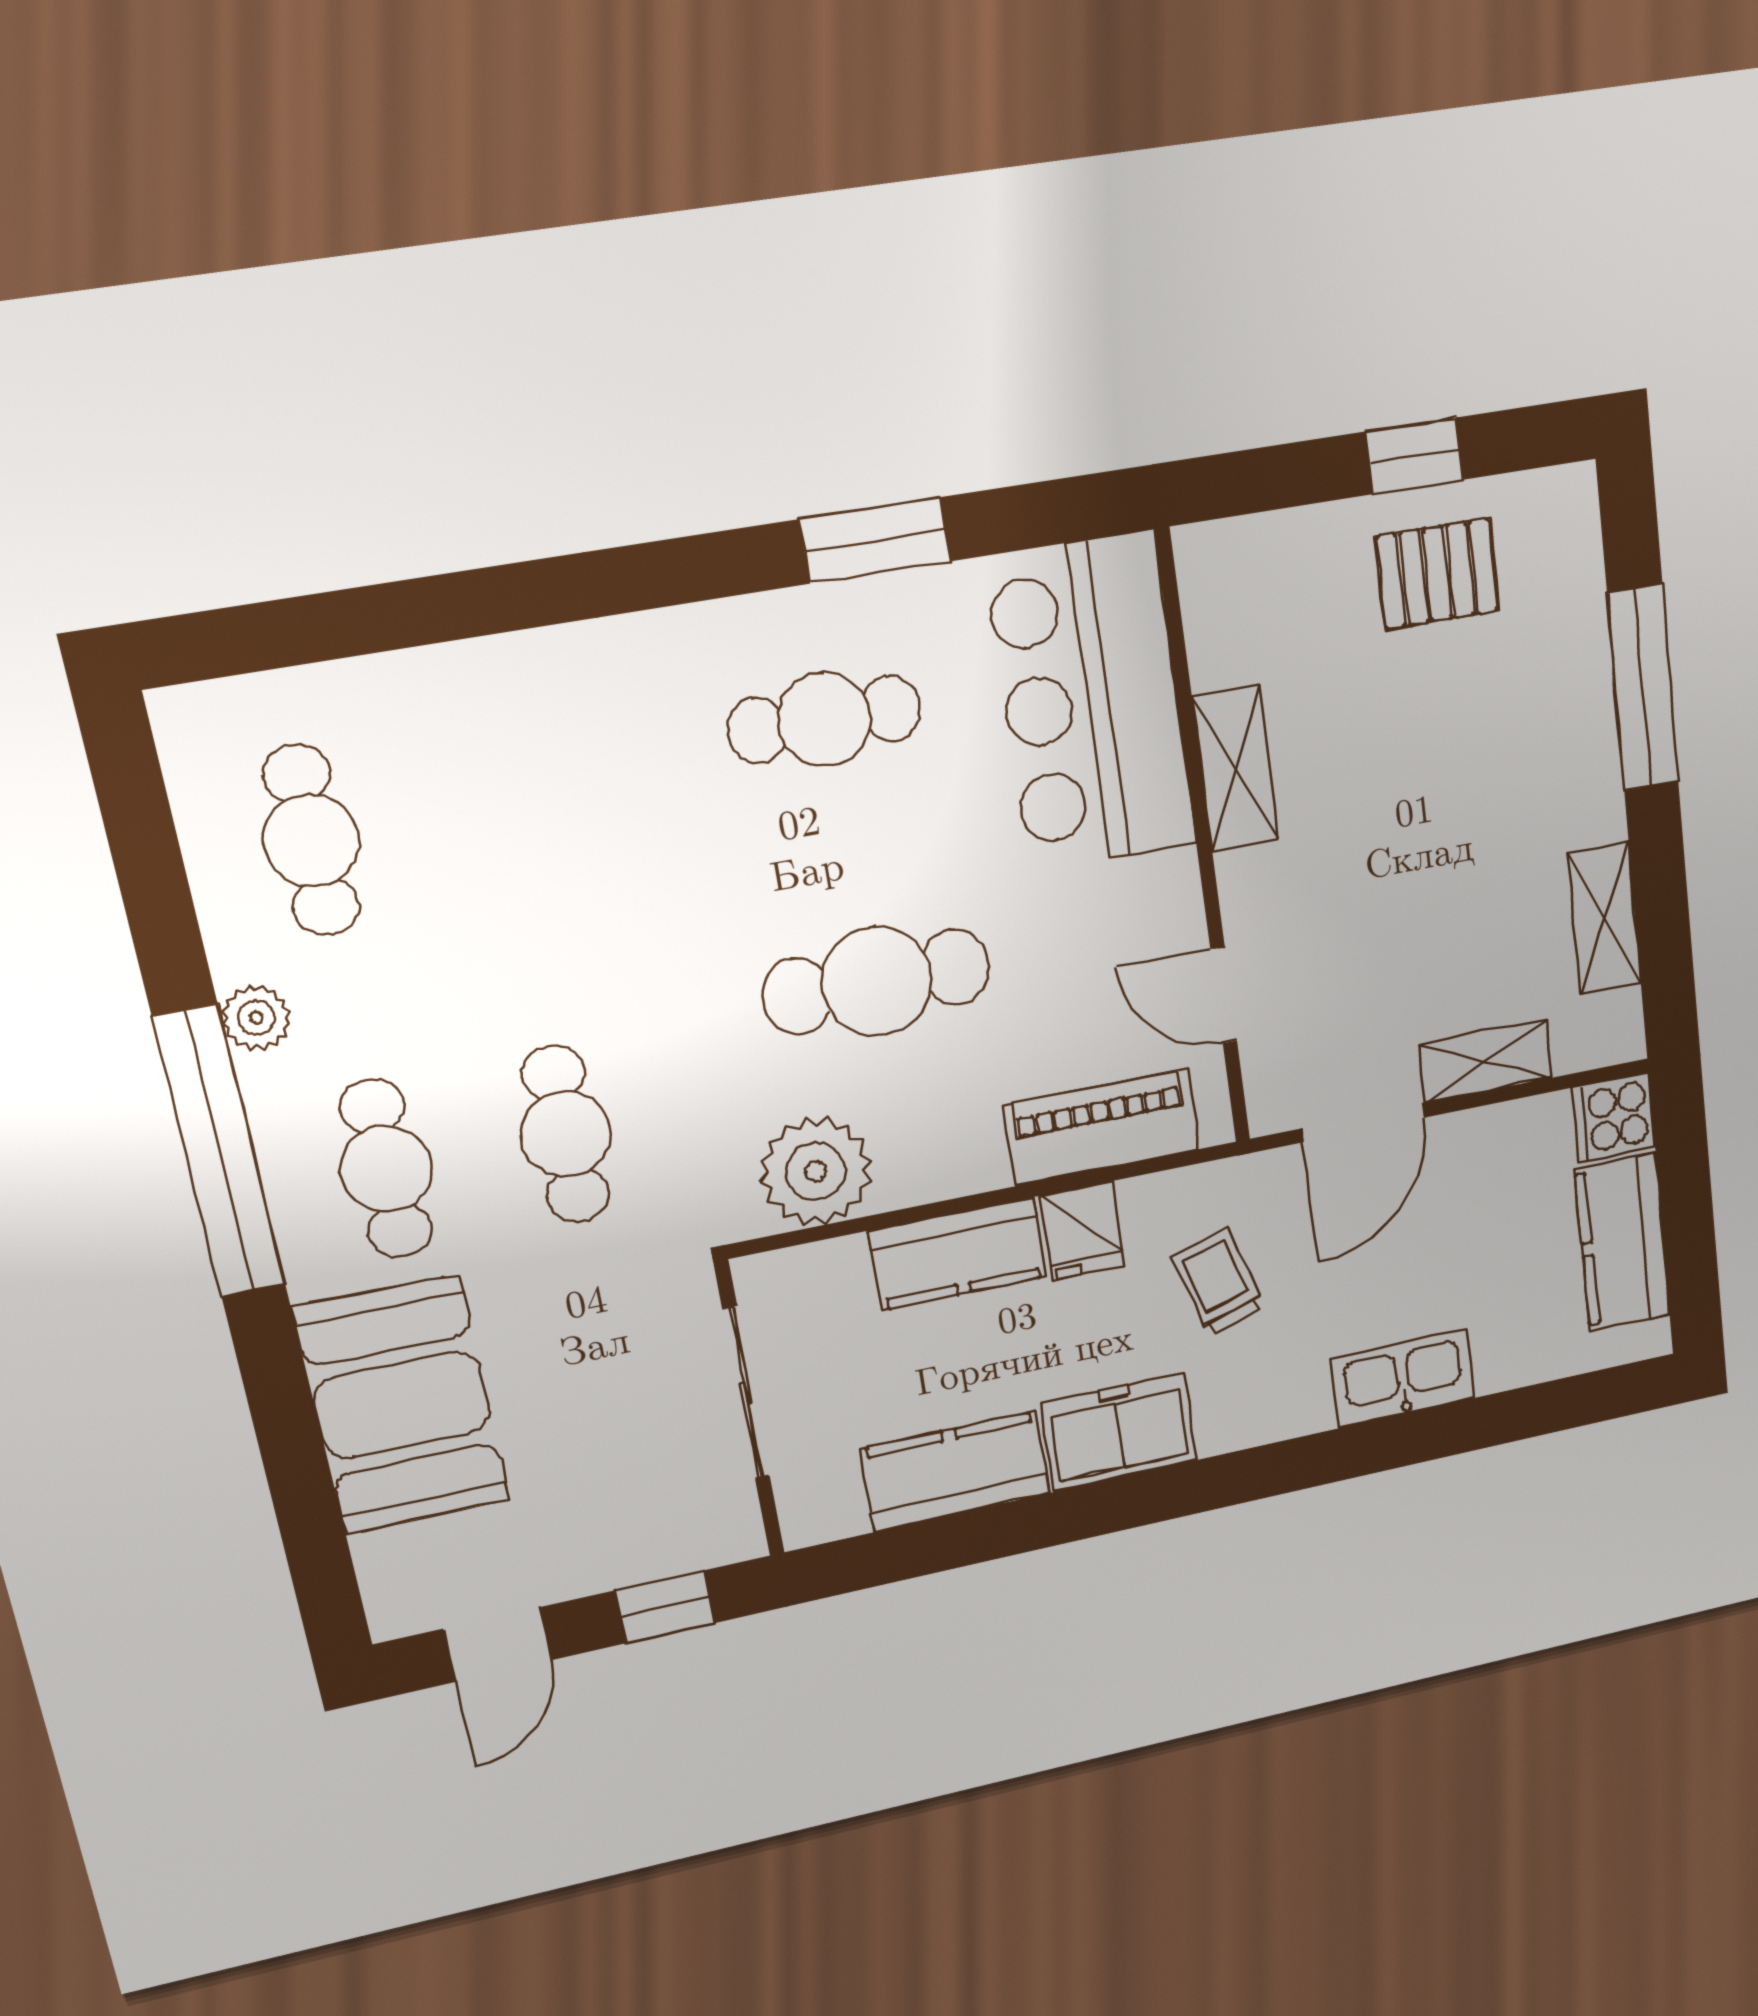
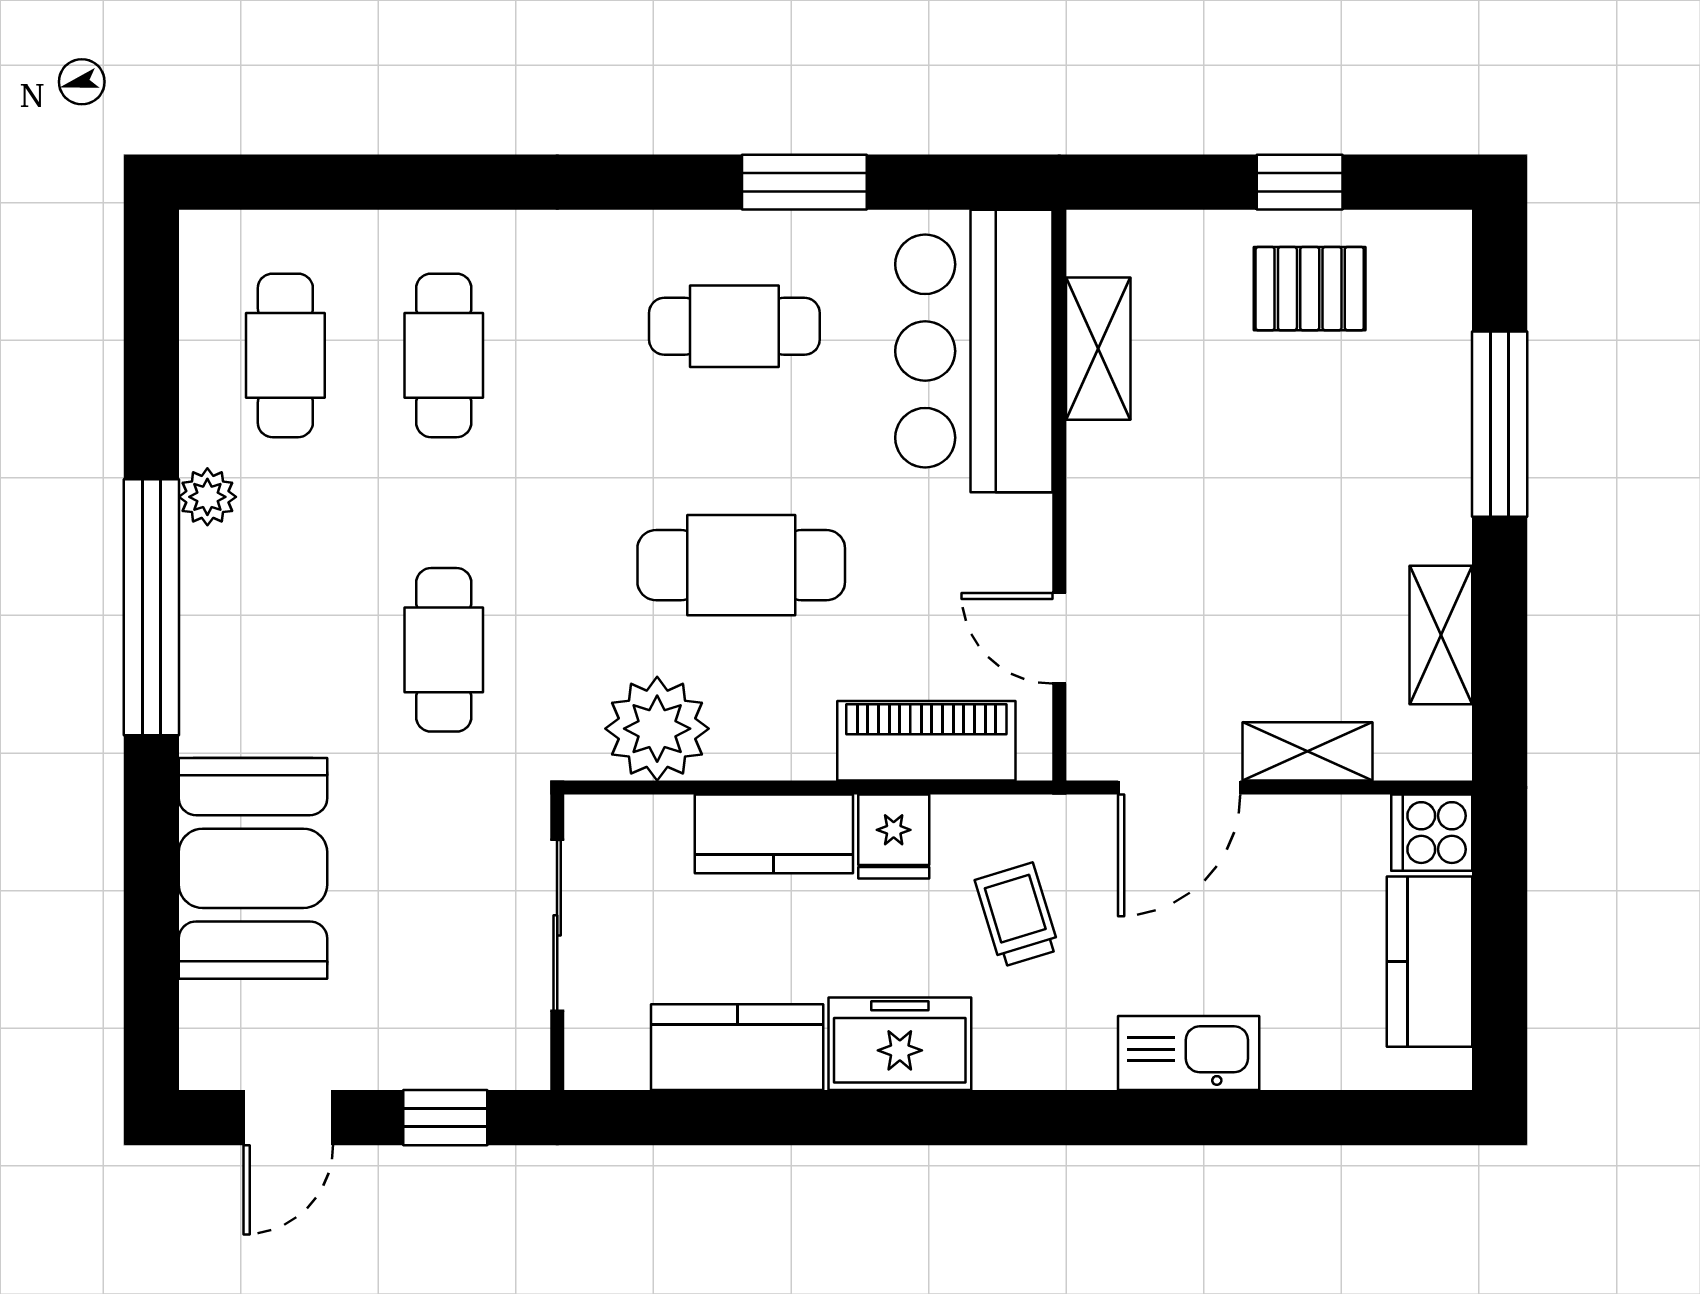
shelving: (1236, 768) -> (1098, 349), moved
cafe table: (386, 1169) -> (444, 355), moved

